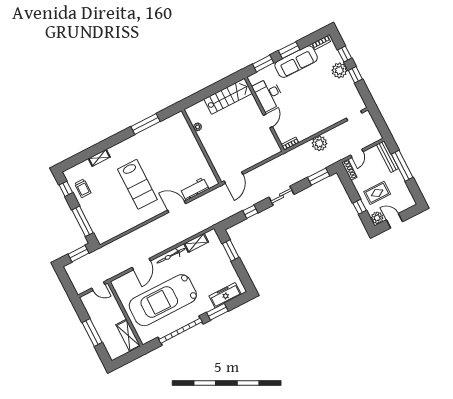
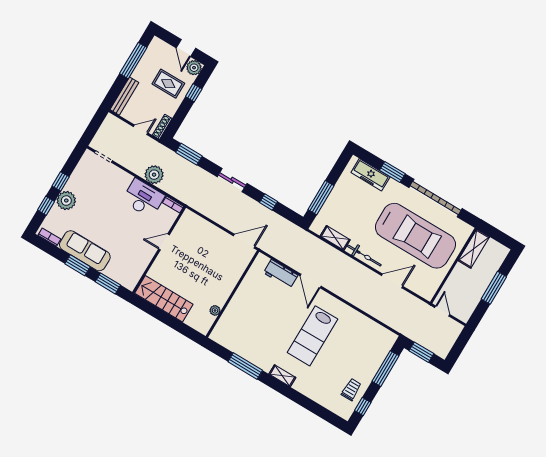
desk: (268, 94) -> (143, 198), moved, turned -90
shelving: (99, 158) -> (282, 376), moved
window: (402, 166) -> (133, 61), moved
lab bench: (137, 184) -> (312, 336), turned 180
window: (231, 250) -> (321, 198), width x1.44

